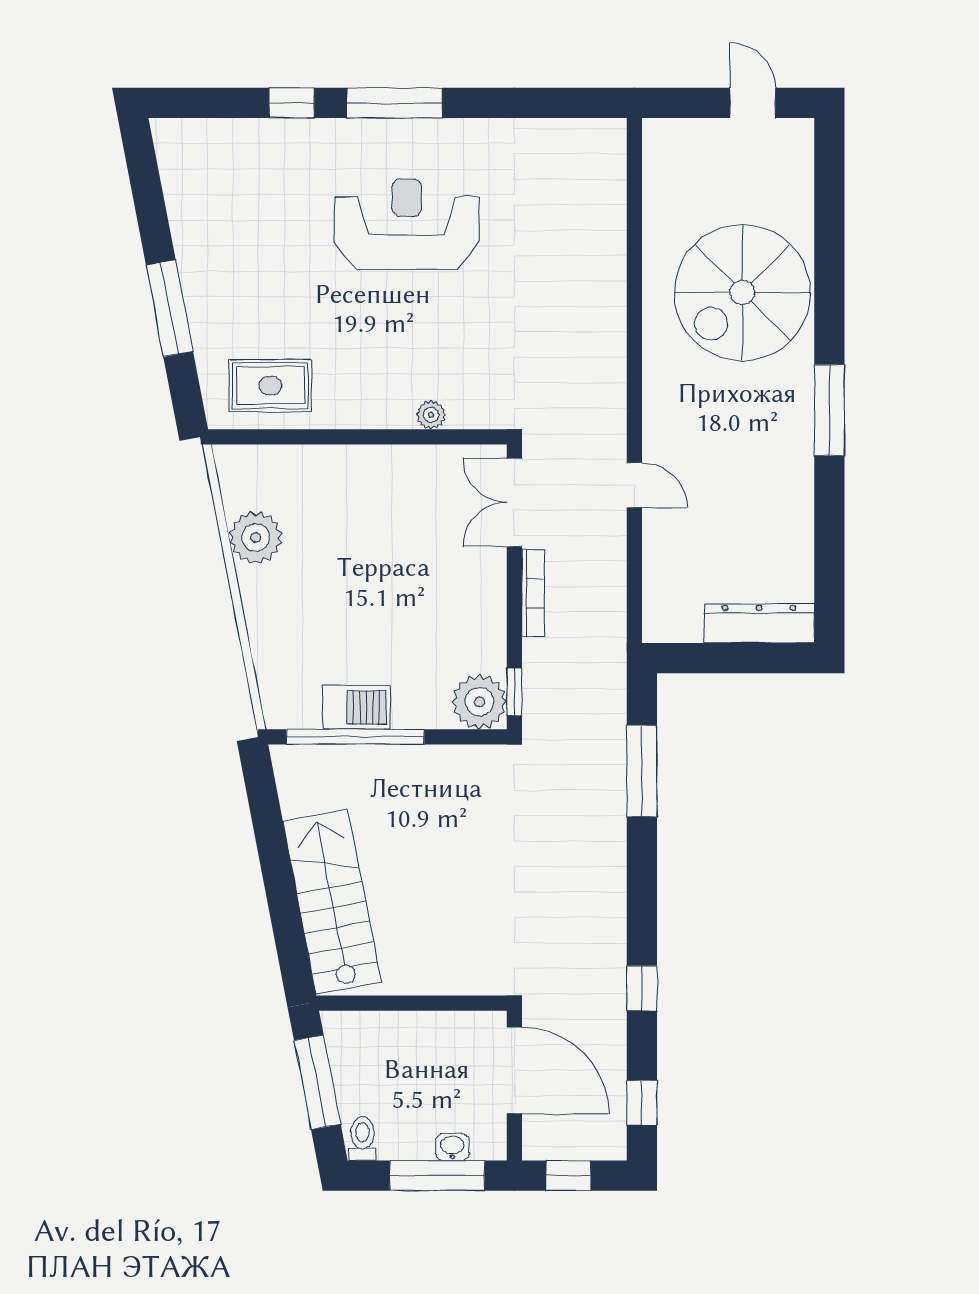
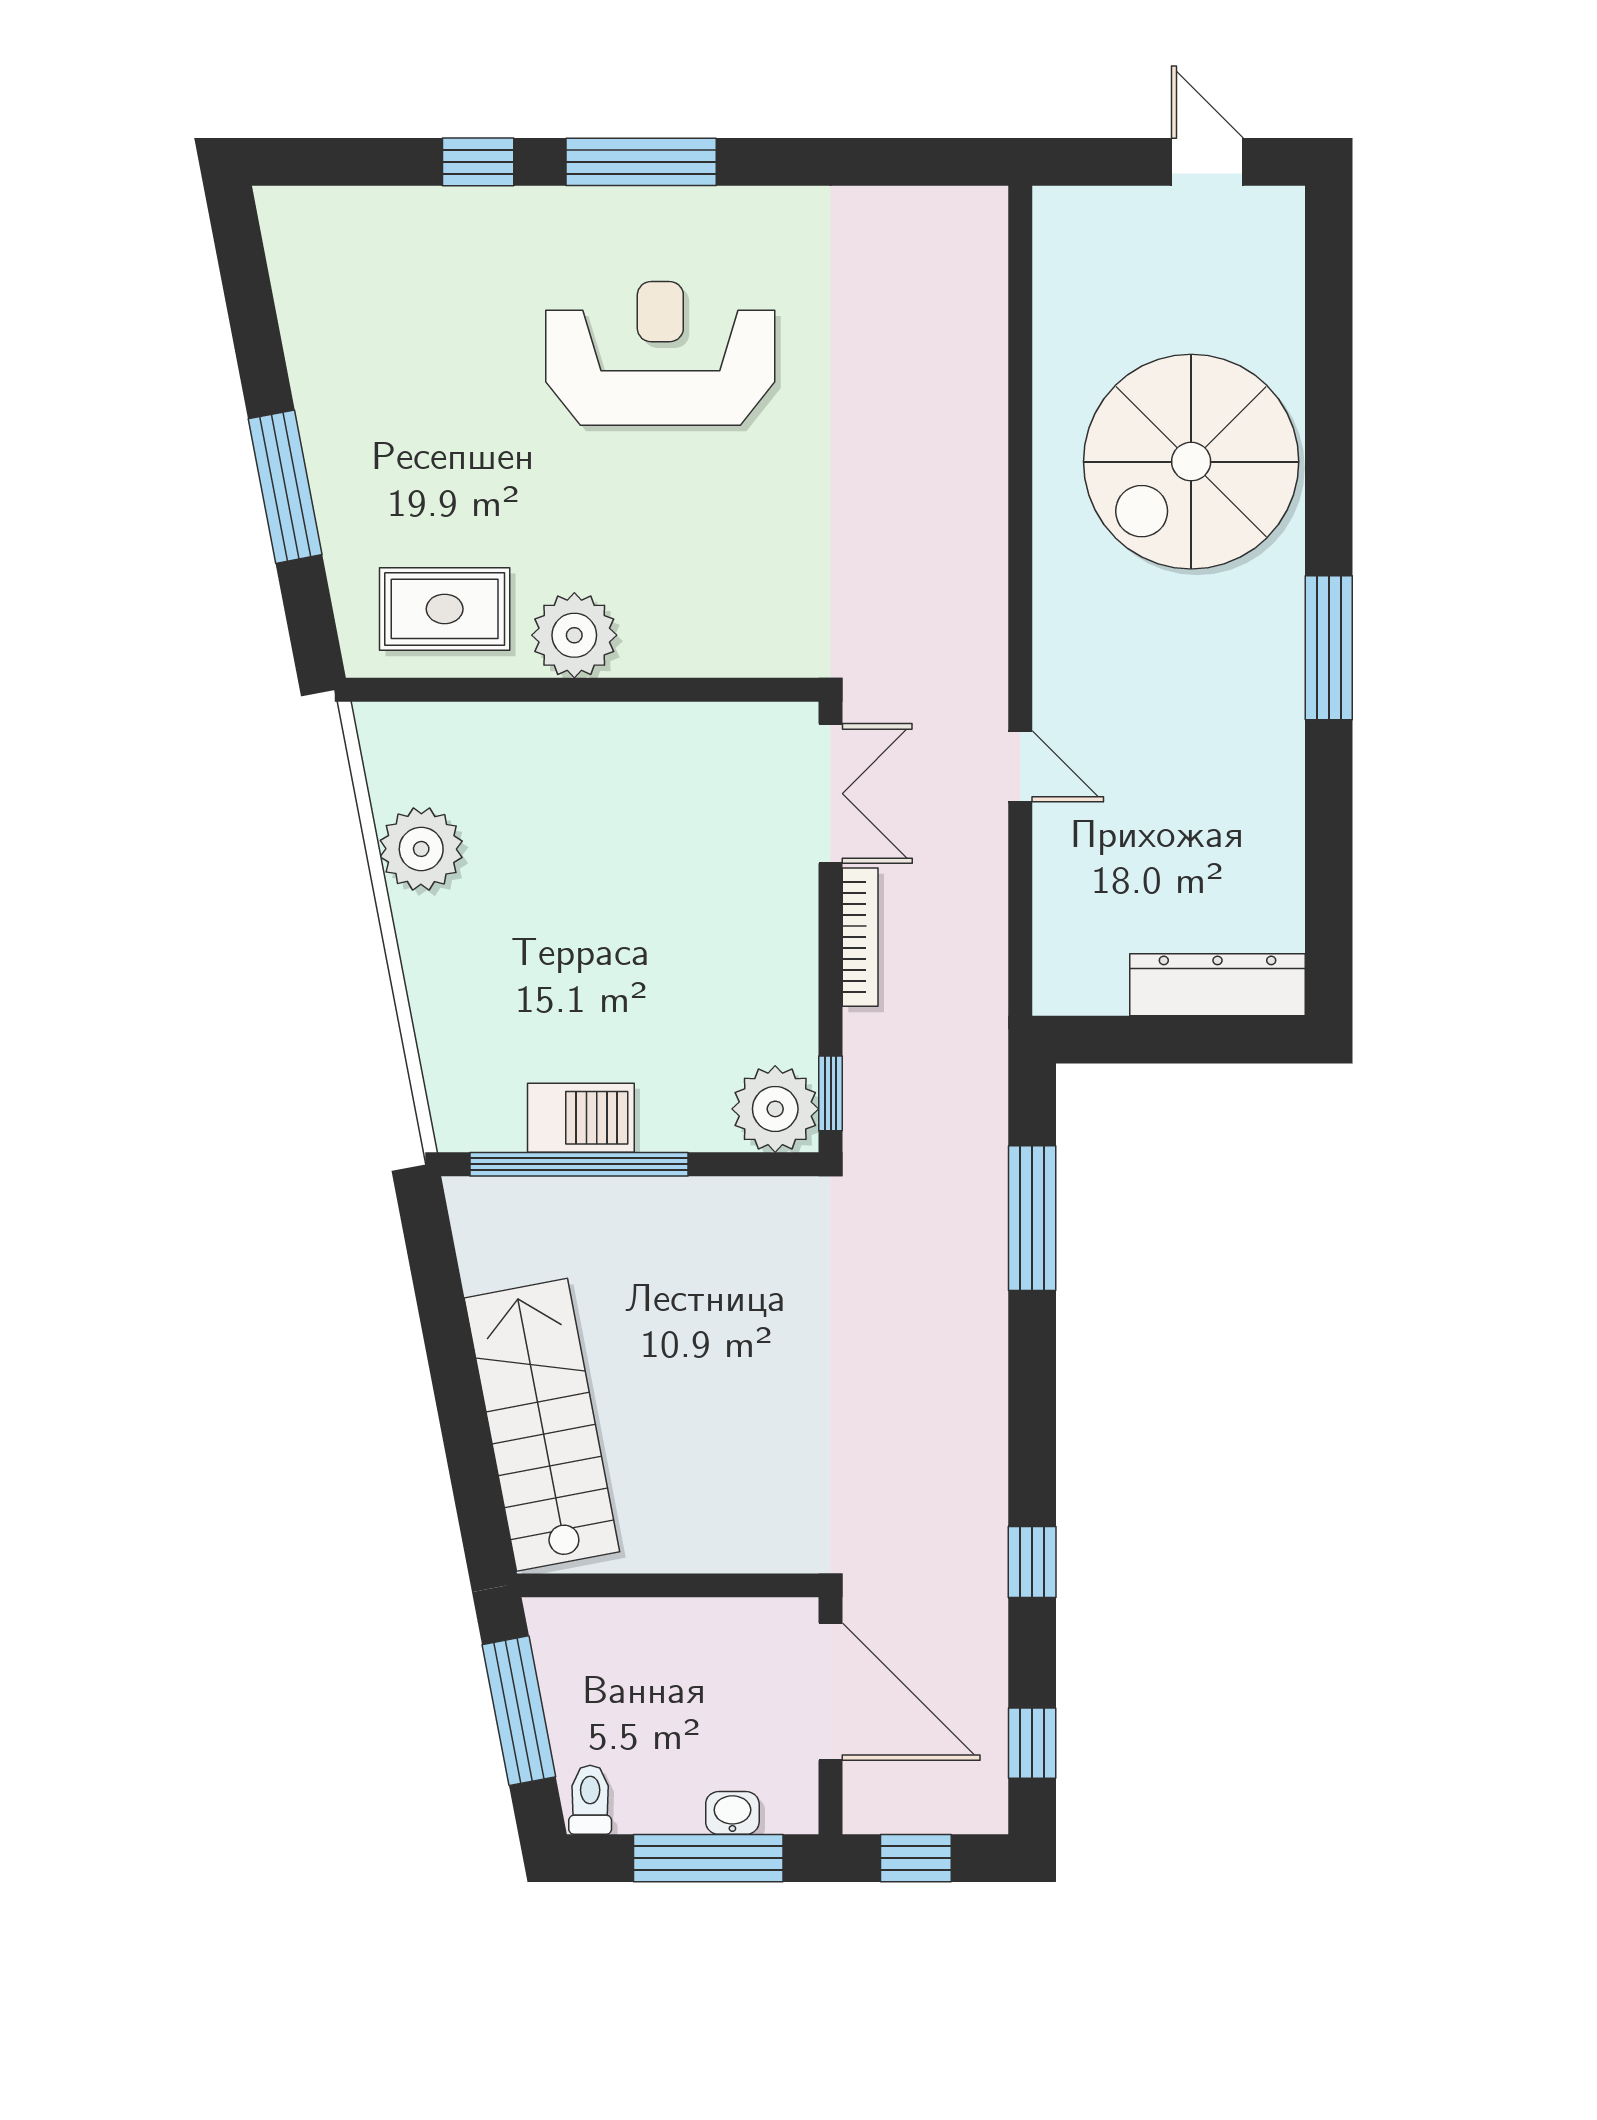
plant: (431, 415) -> (574, 635), moved, width x1.88, depth x1.88
double door: (514, 502) -> (831, 794), swing flipped

